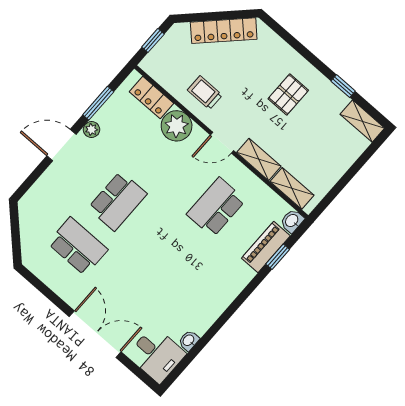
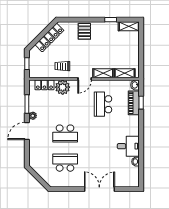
pallet: (288, 94) -> (84, 31), moved
school desk: (117, 201) -> (65, 133), turned 90
desk: (156, 355) -> (128, 146), moved

